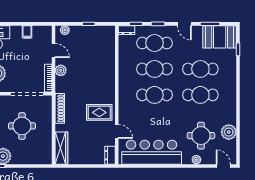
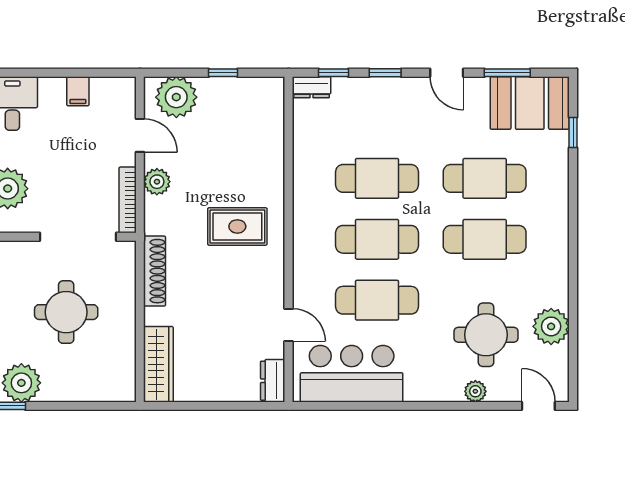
plant: (65, 30) -> (176, 97), width x1.87, depth x1.87
cafe table: (154, 43) -> (377, 300), moved
rug: (99, 112) -> (237, 226), moved
bar counter: (152, 152) -> (352, 374), width x0.73

